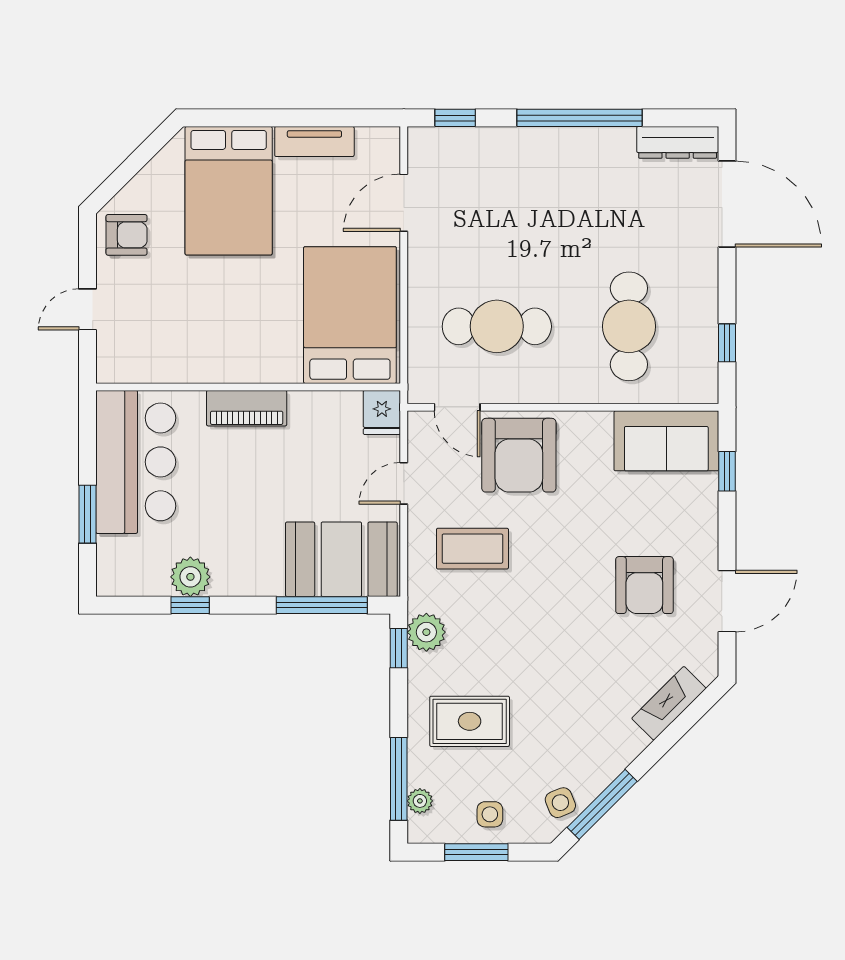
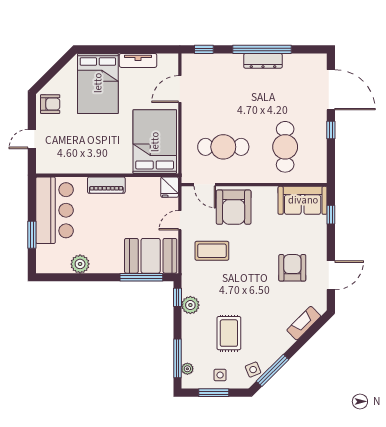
dresser: (678, 142) -> (263, 61), moved
window: (727, 343) -> (331, 130), moved
armchair: (644, 585) -> (292, 268), turned 180
window: (190, 605) -> (80, 277), removed
plant: (426, 632) -> (190, 305), moved
rug: (470, 721) -> (229, 333), moved, turned 90

